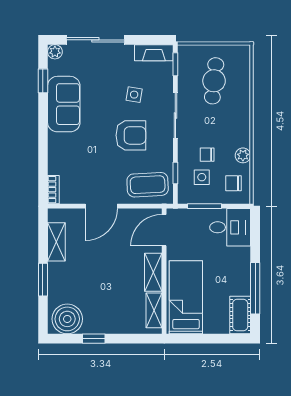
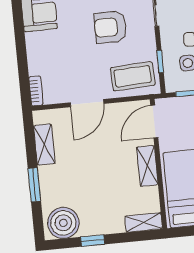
armchair: (131, 135) -> (110, 27), turned 180
shelving: (154, 310) -> (144, 222), moved, turned 90

